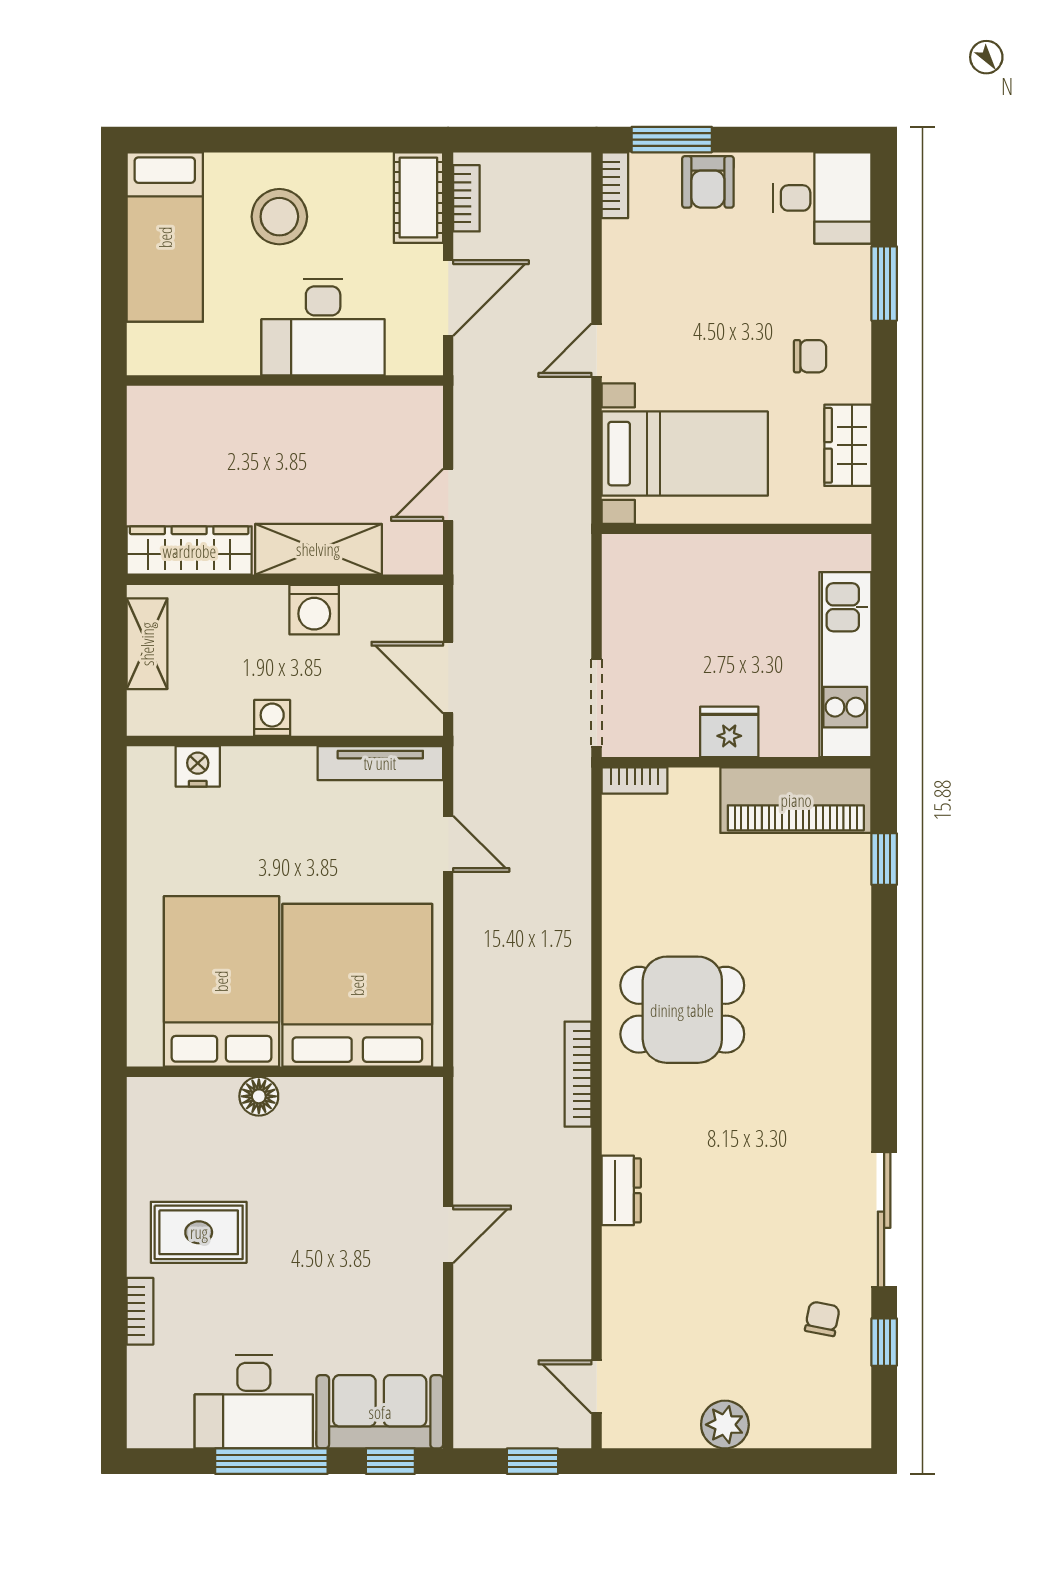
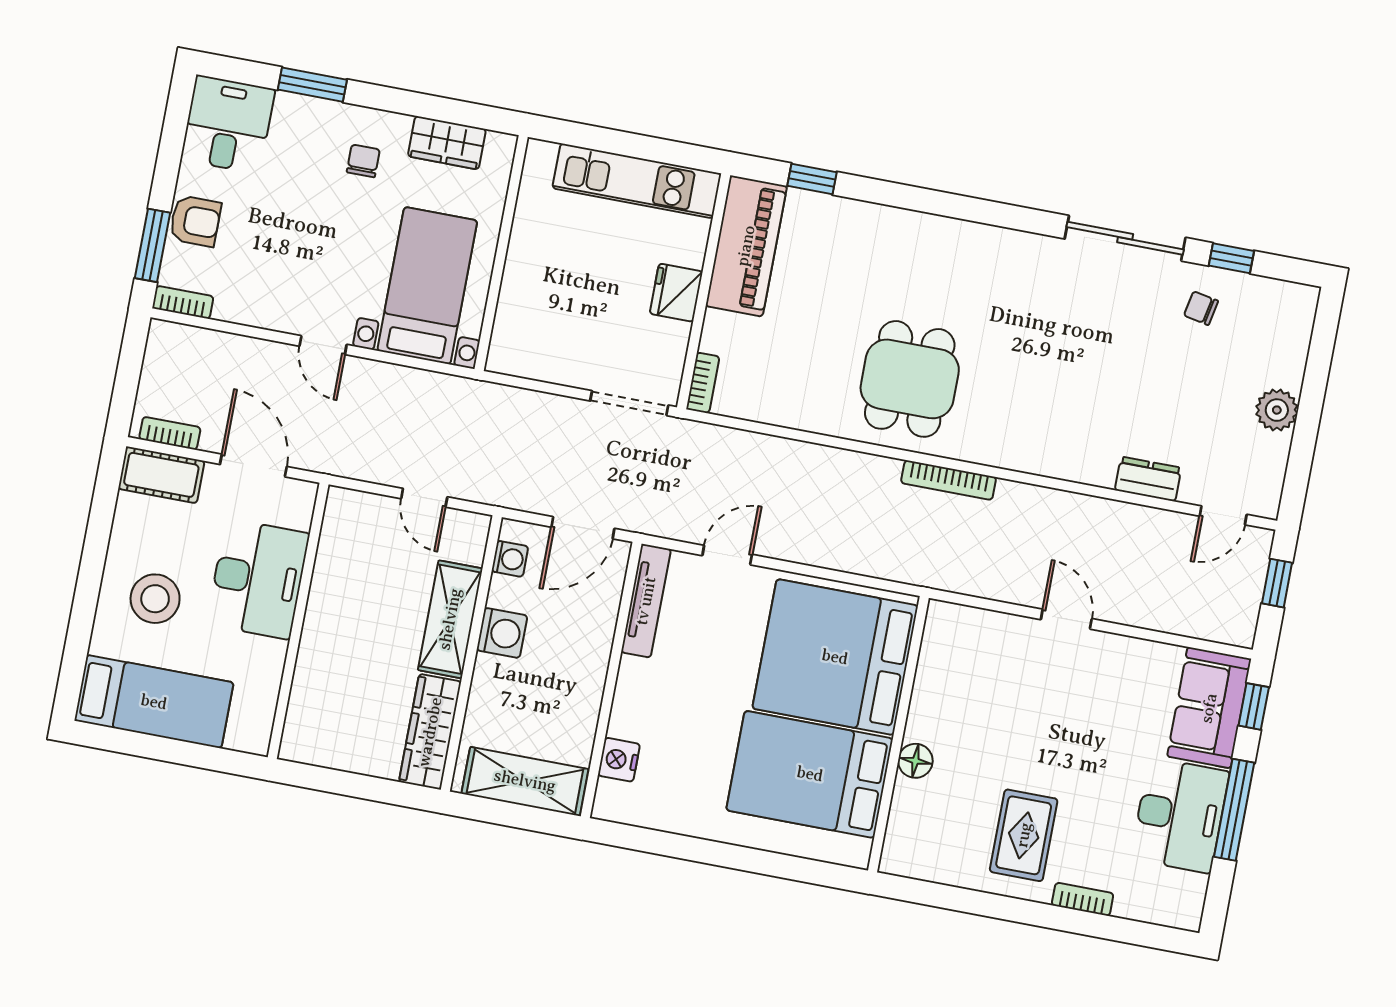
shelving: (147, 644) -> (525, 781), width x1.50, depth x1.33
washing machine: (272, 718) -> (510, 559), moved, turned 180
dresser: (621, 1190) -> (1148, 479), moved

